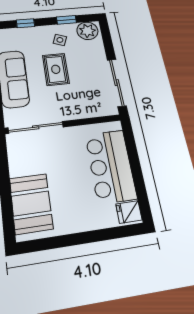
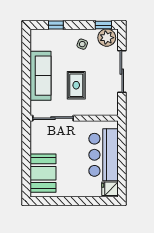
window: (66, 20) -> (103, 25), moved
rug: (56, 69) -> (76, 85), moved
sliding door: (117, 83) -> (122, 72), moved

